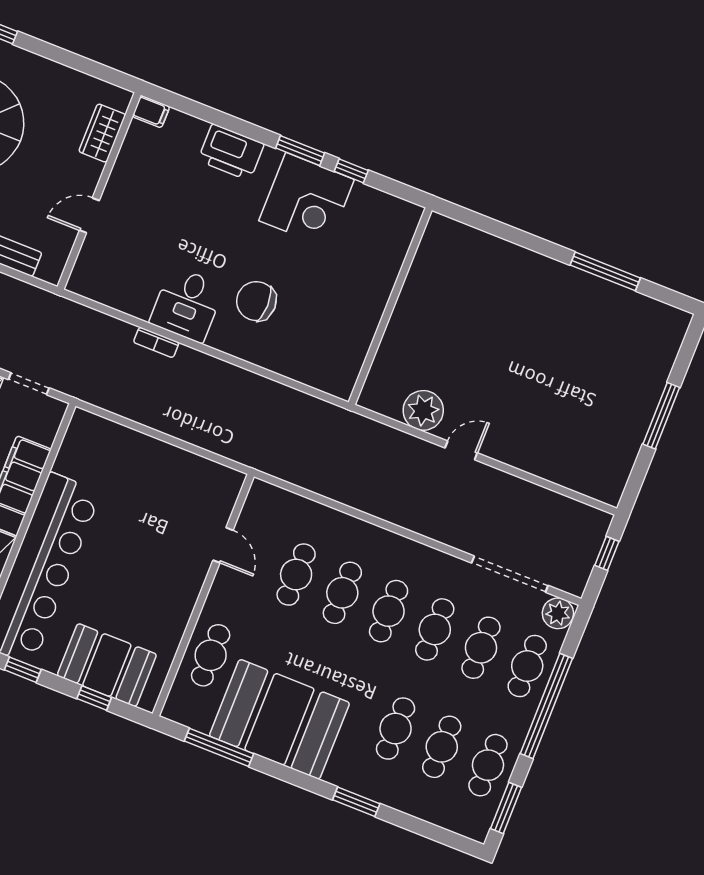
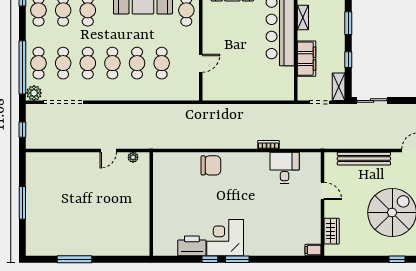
printer: (231, 152) -> (192, 246), moved
door: (89, 215) -> (322, 191), hinge flipped
chair: (256, 301) -> (211, 165), moved
desk: (187, 304) -> (285, 168), moved
wall: (390, 306) -> (151, 204), moved
plant: (423, 410) -> (133, 157), width x0.53, depth x0.53
door: (223, 545) -> (201, 63), swing flipped
window: (546, 706) -> (22, 67), moved

